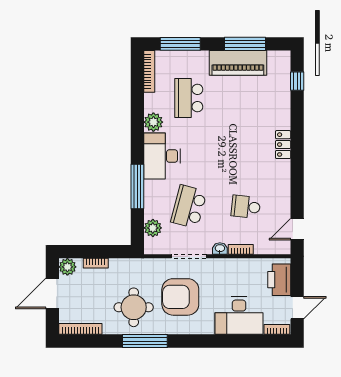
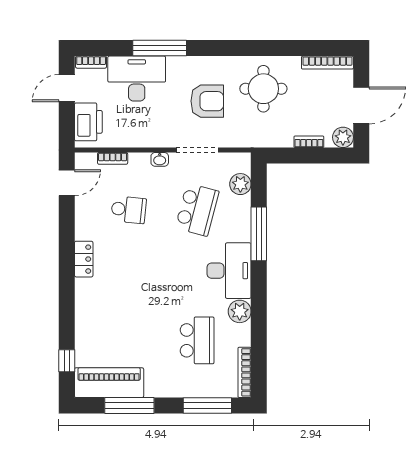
piano: (238, 63) -> (109, 383), moved
locker: (283, 145) -> (84, 259), moved
bookcase: (241, 249) -> (113, 158), moved
armchair: (180, 297) -> (207, 101), width x0.73, depth x0.73
window: (145, 341) -> (160, 48), moved

